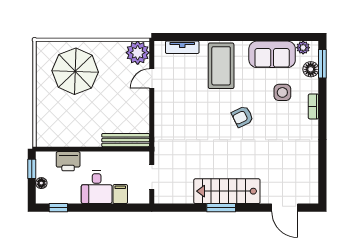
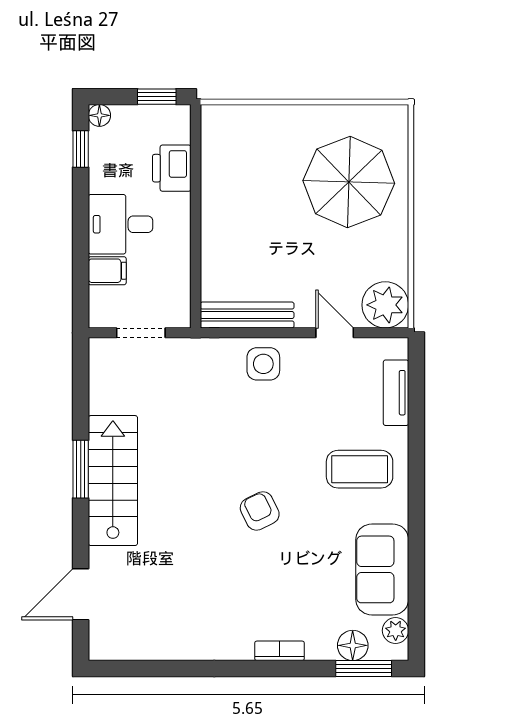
coffee table: (221, 66) -> (360, 469), width x0.73, depth x0.76
side table: (282, 92) -> (263, 364), moved
bench: (126, 140) -> (247, 315), moved, turned 90
floor lamp: (41, 183) -> (99, 115), moved

